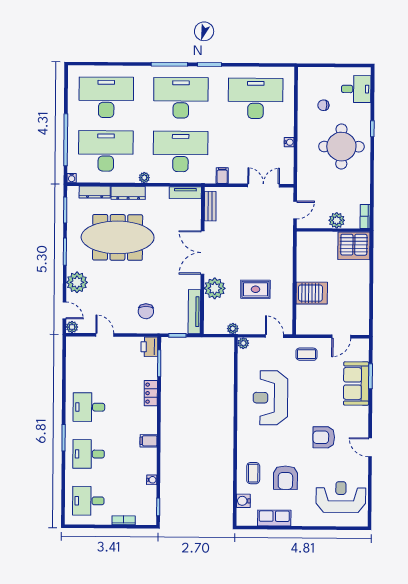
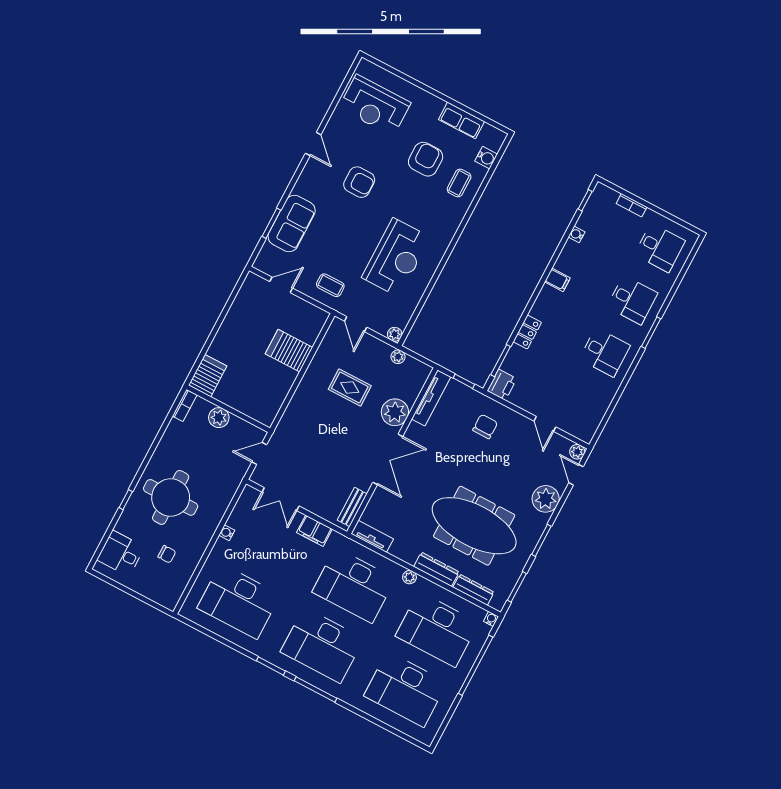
filing cabinet: (222, 176) -> (314, 531), width x2.00
server rack: (354, 246) -> (208, 376), width x0.62

